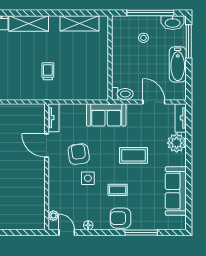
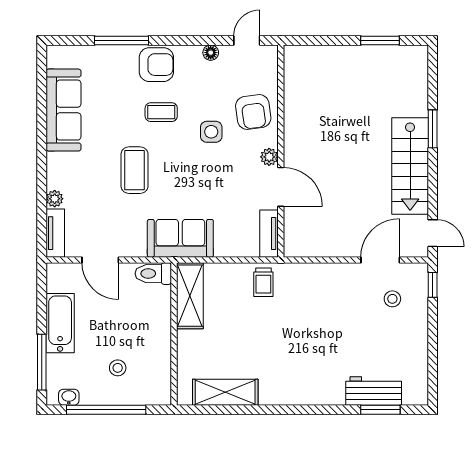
shelving: (29, 23) -> (190, 296), moved, turned 90
washbasin: (173, 23) -> (69, 397), width x0.52, depth x0.69
trolley: (48, 71) -> (263, 282), moved
plant: (177, 143) -> (55, 199), width x0.53, depth x0.53
armchair: (79, 154) -> (253, 112), moved
coffee table: (133, 155) -> (135, 170), turned 90
plant: (53, 216) -> (269, 157), moved
door: (67, 232) -> (247, 40), swing flipped

